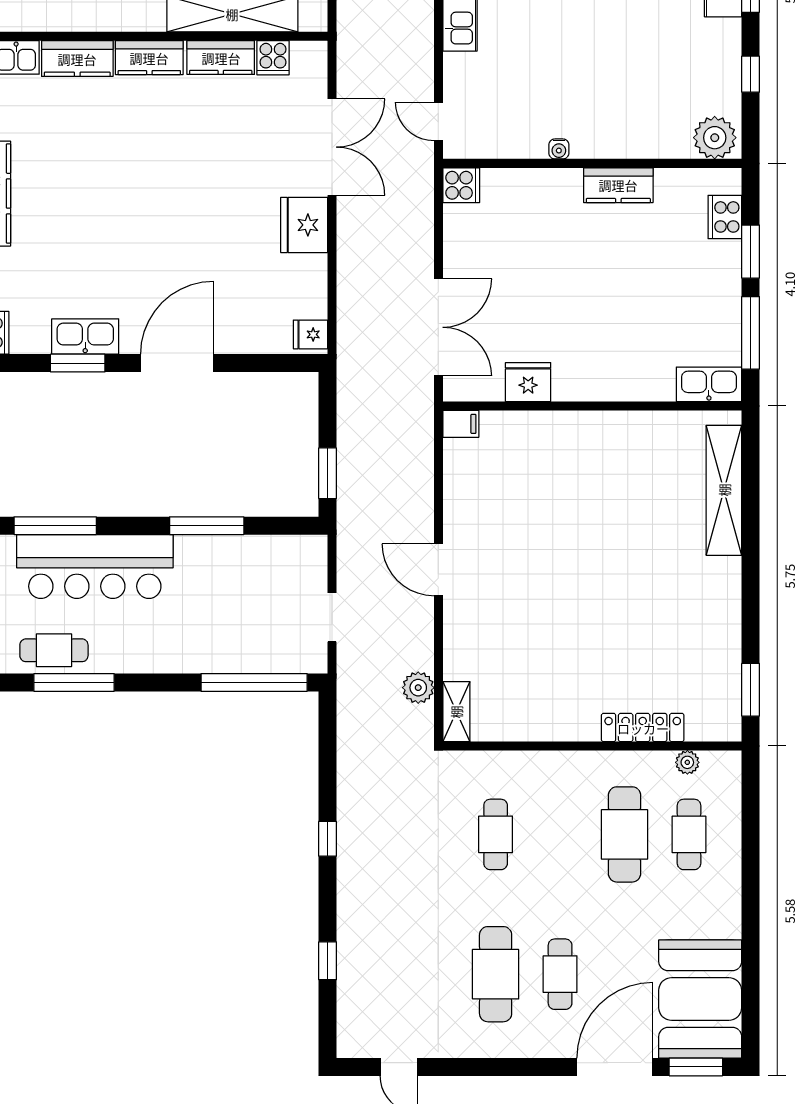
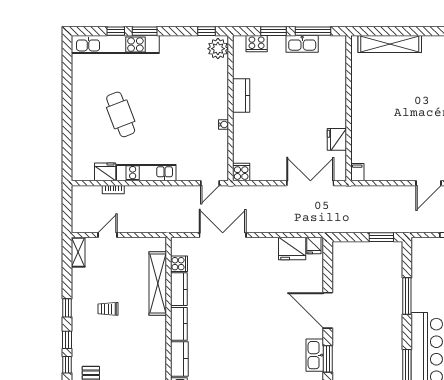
window: (751, 74) -> (206, 31), moved
fridge: (304, 225) -> (292, 249), moved
kitchen sink: (709, 384) -> (302, 44), moved, turned -90

